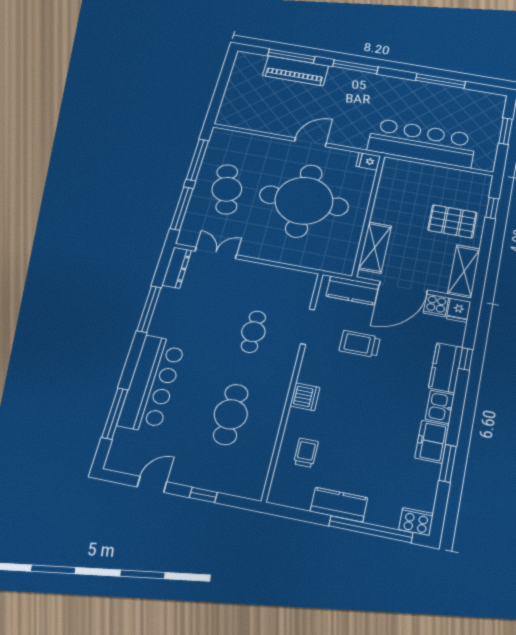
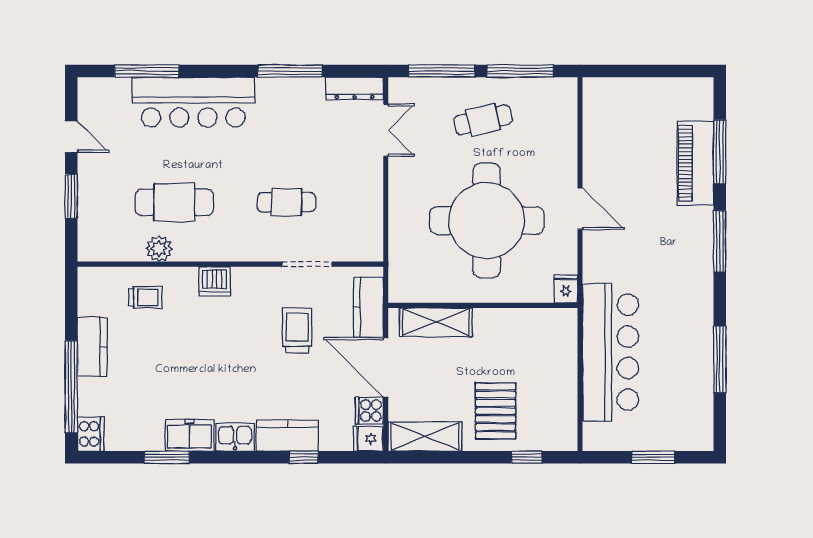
cafe table: (227, 189) -> (483, 120), width x0.73, depth x0.74
plant: (267, 434) -> (159, 249), added
window: (203, 495) -> (71, 196), width x1.50

